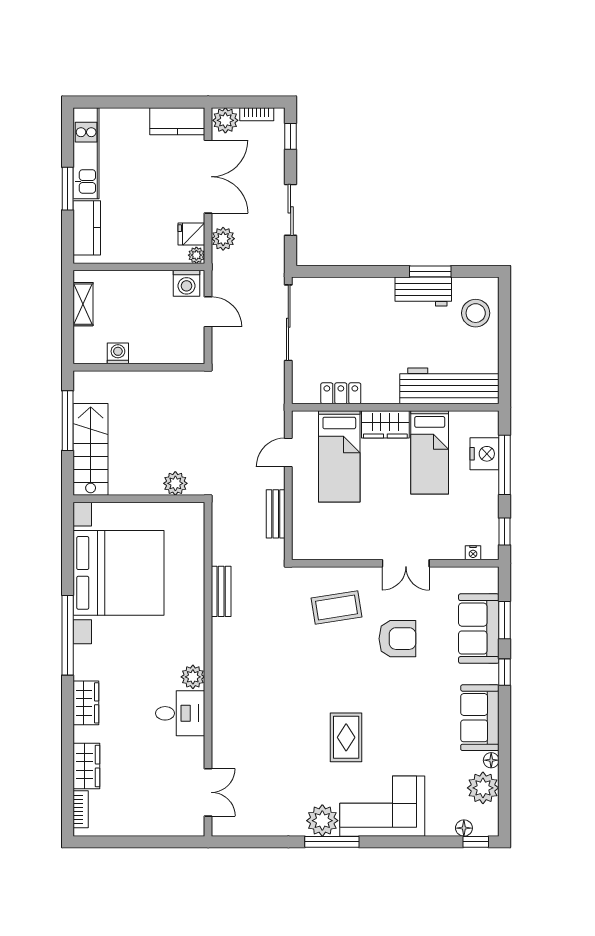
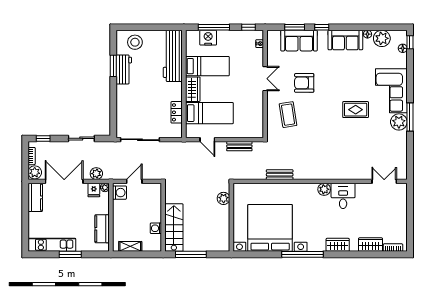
kitchen counter: (87, 228) -> (102, 229), moved, turned -90
stairs: (91, 449) -> (174, 228), moved, turned 90
armchair: (397, 639) -> (304, 83), turned -90

